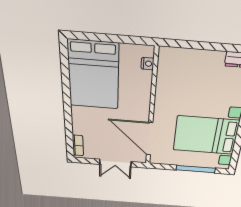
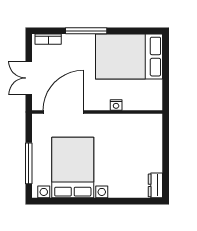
nightstand: (148, 64) -> (116, 105), moved
window: (68, 113) -> (86, 31), added

